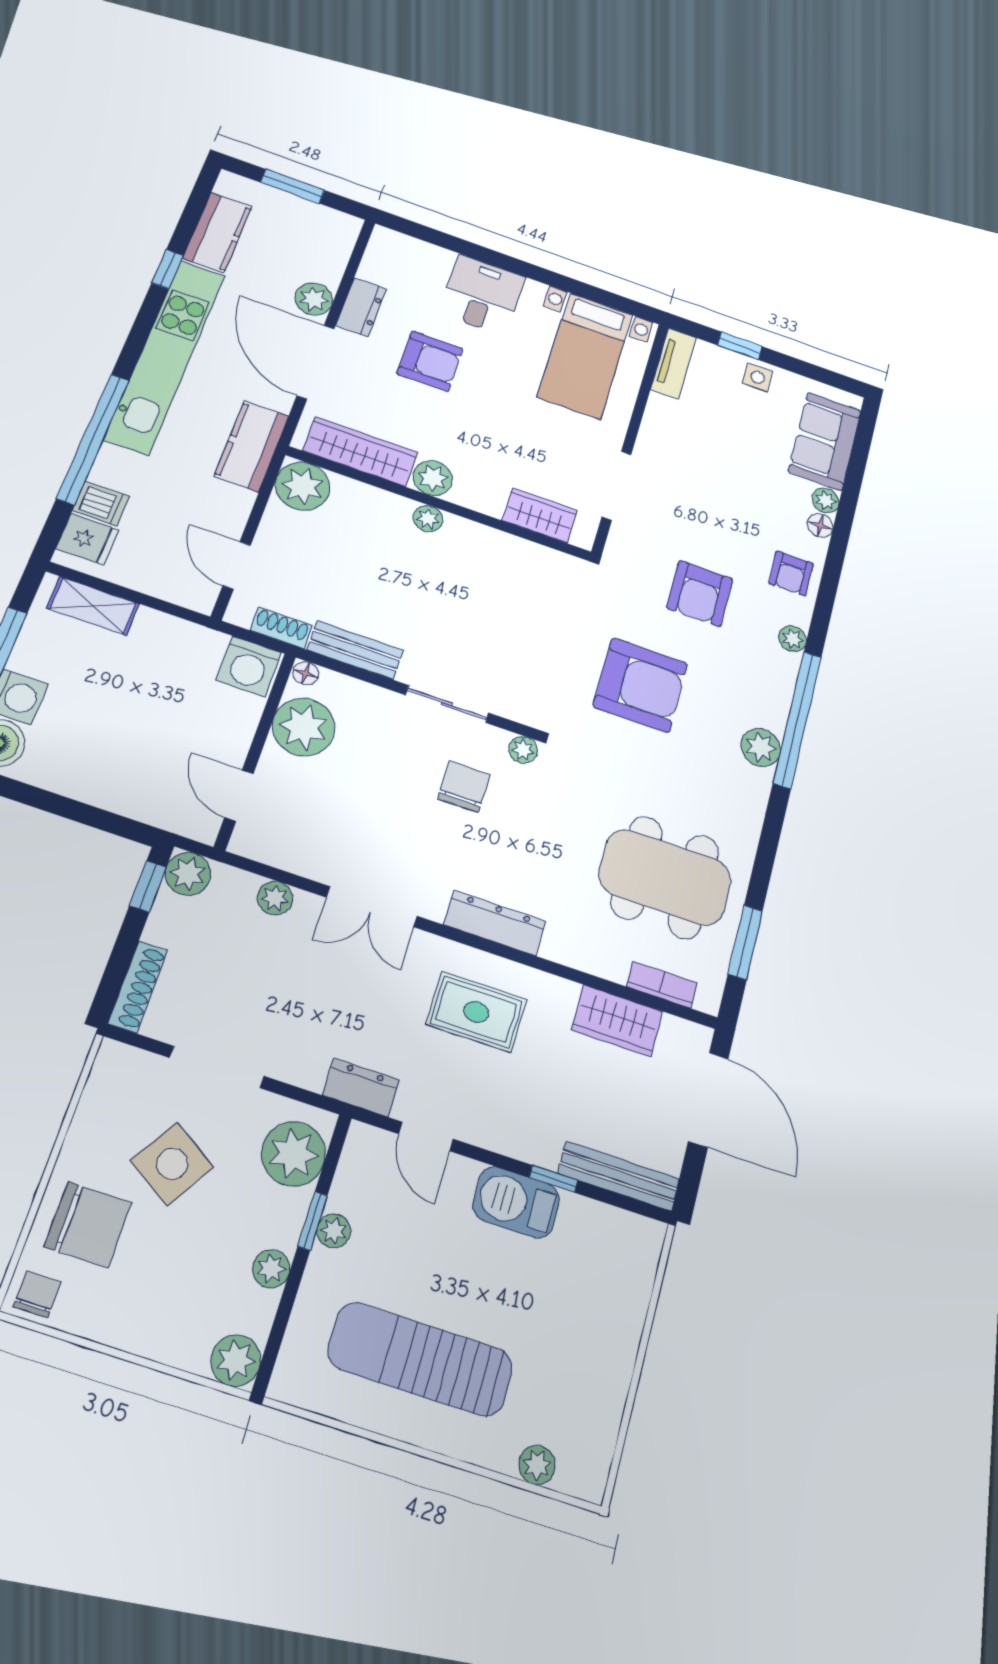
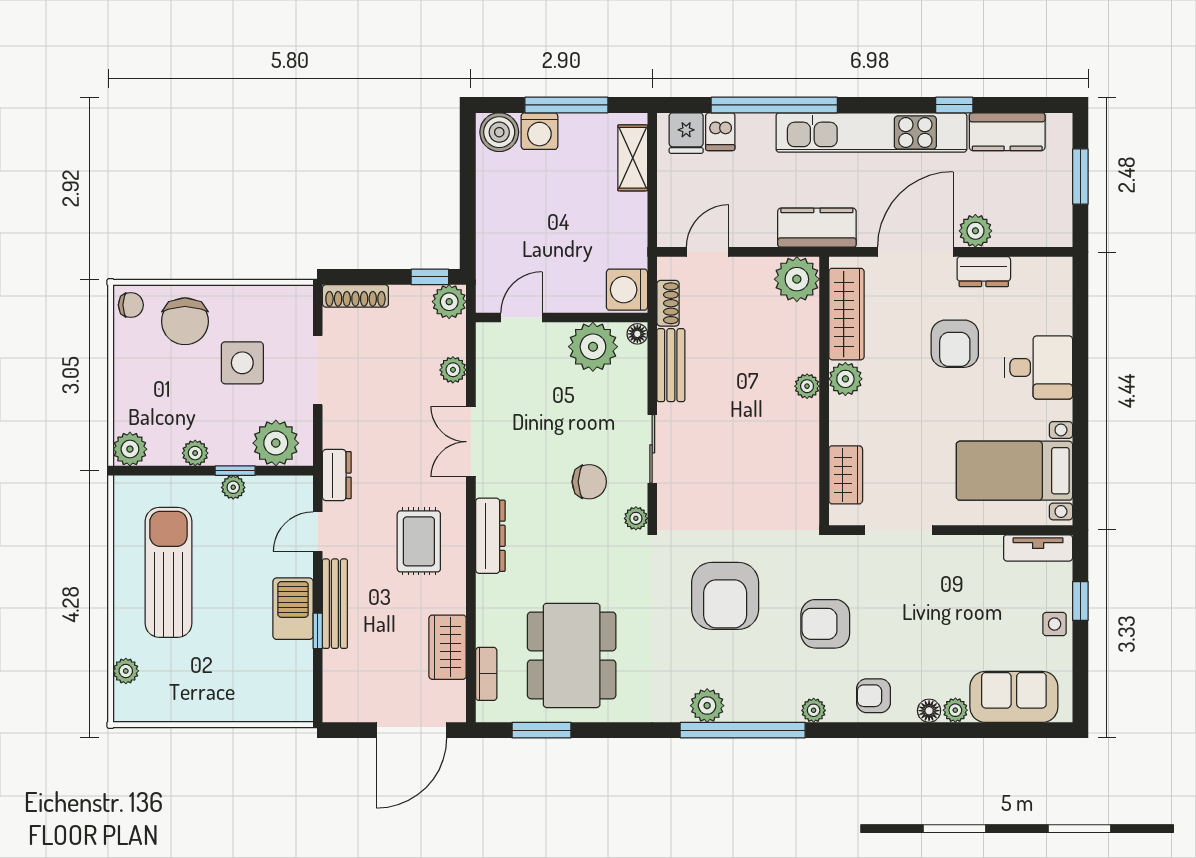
side table: (172, 1164) -> (242, 363), turned -32
bench: (619, 1176) -> (335, 604), moved

